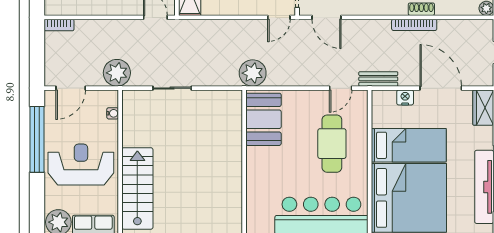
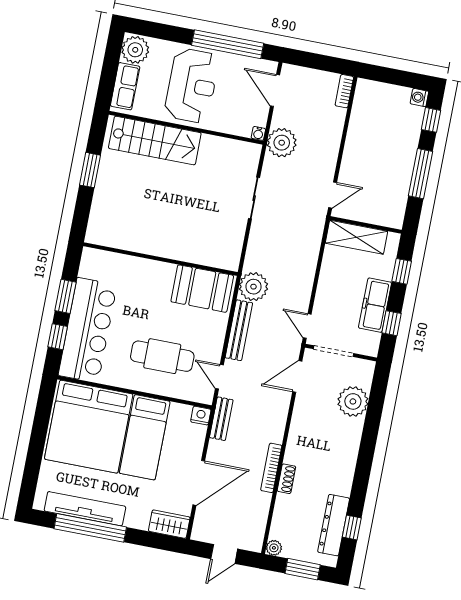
bench: (295, 79) -> (239, 330), added
nightstand: (405, 97) -> (201, 416), moved, turned -90
water cooler: (113, 113) -> (258, 133), moved

